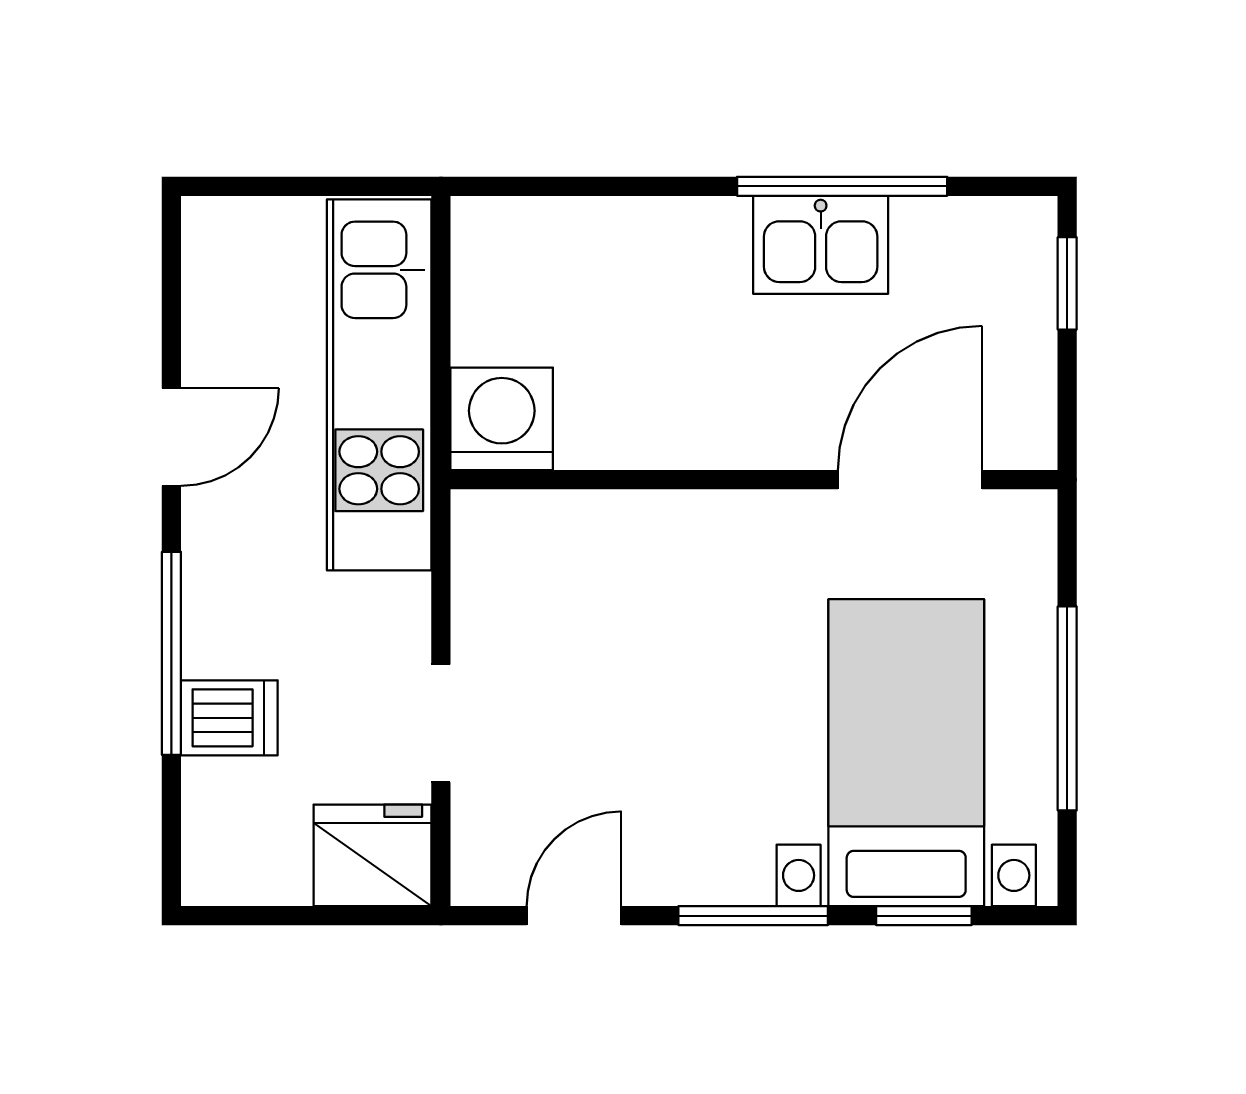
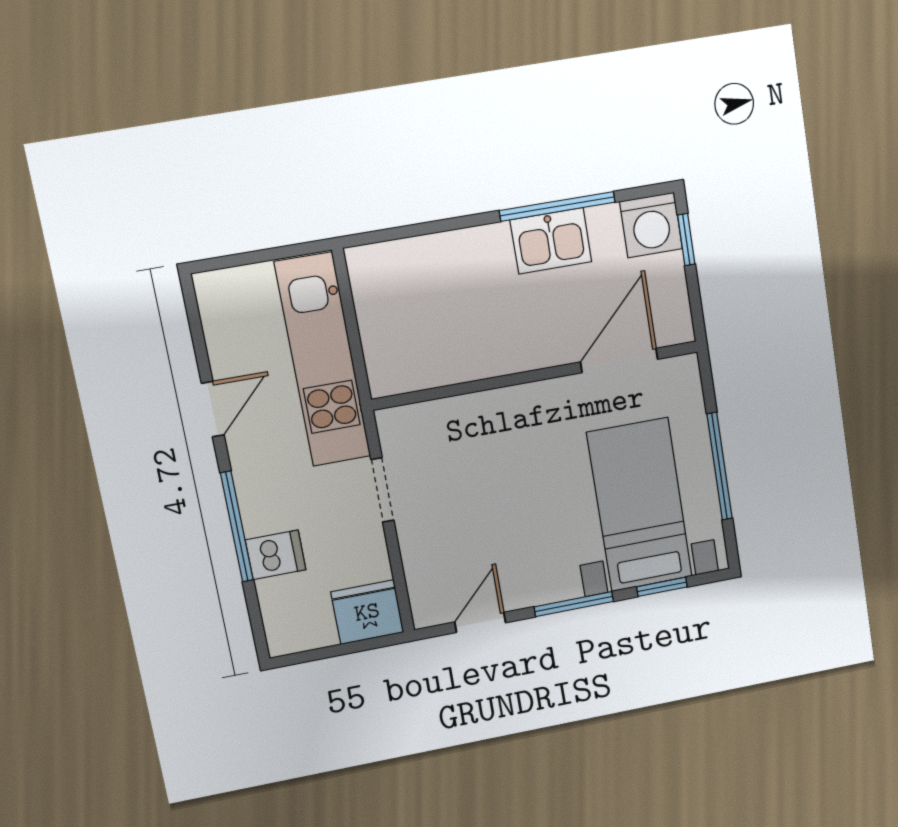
washing machine: (502, 419) -> (651, 225), moved, turned 180
doorway: (441, 723) -> (382, 490), moved

